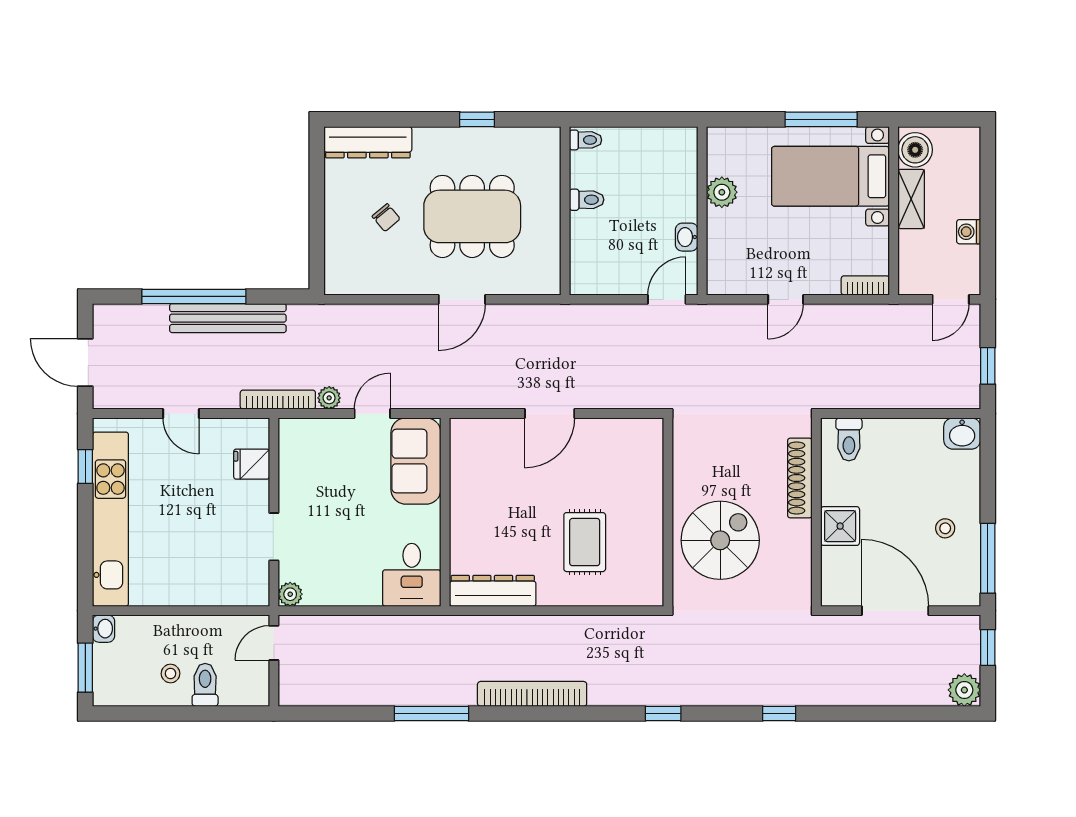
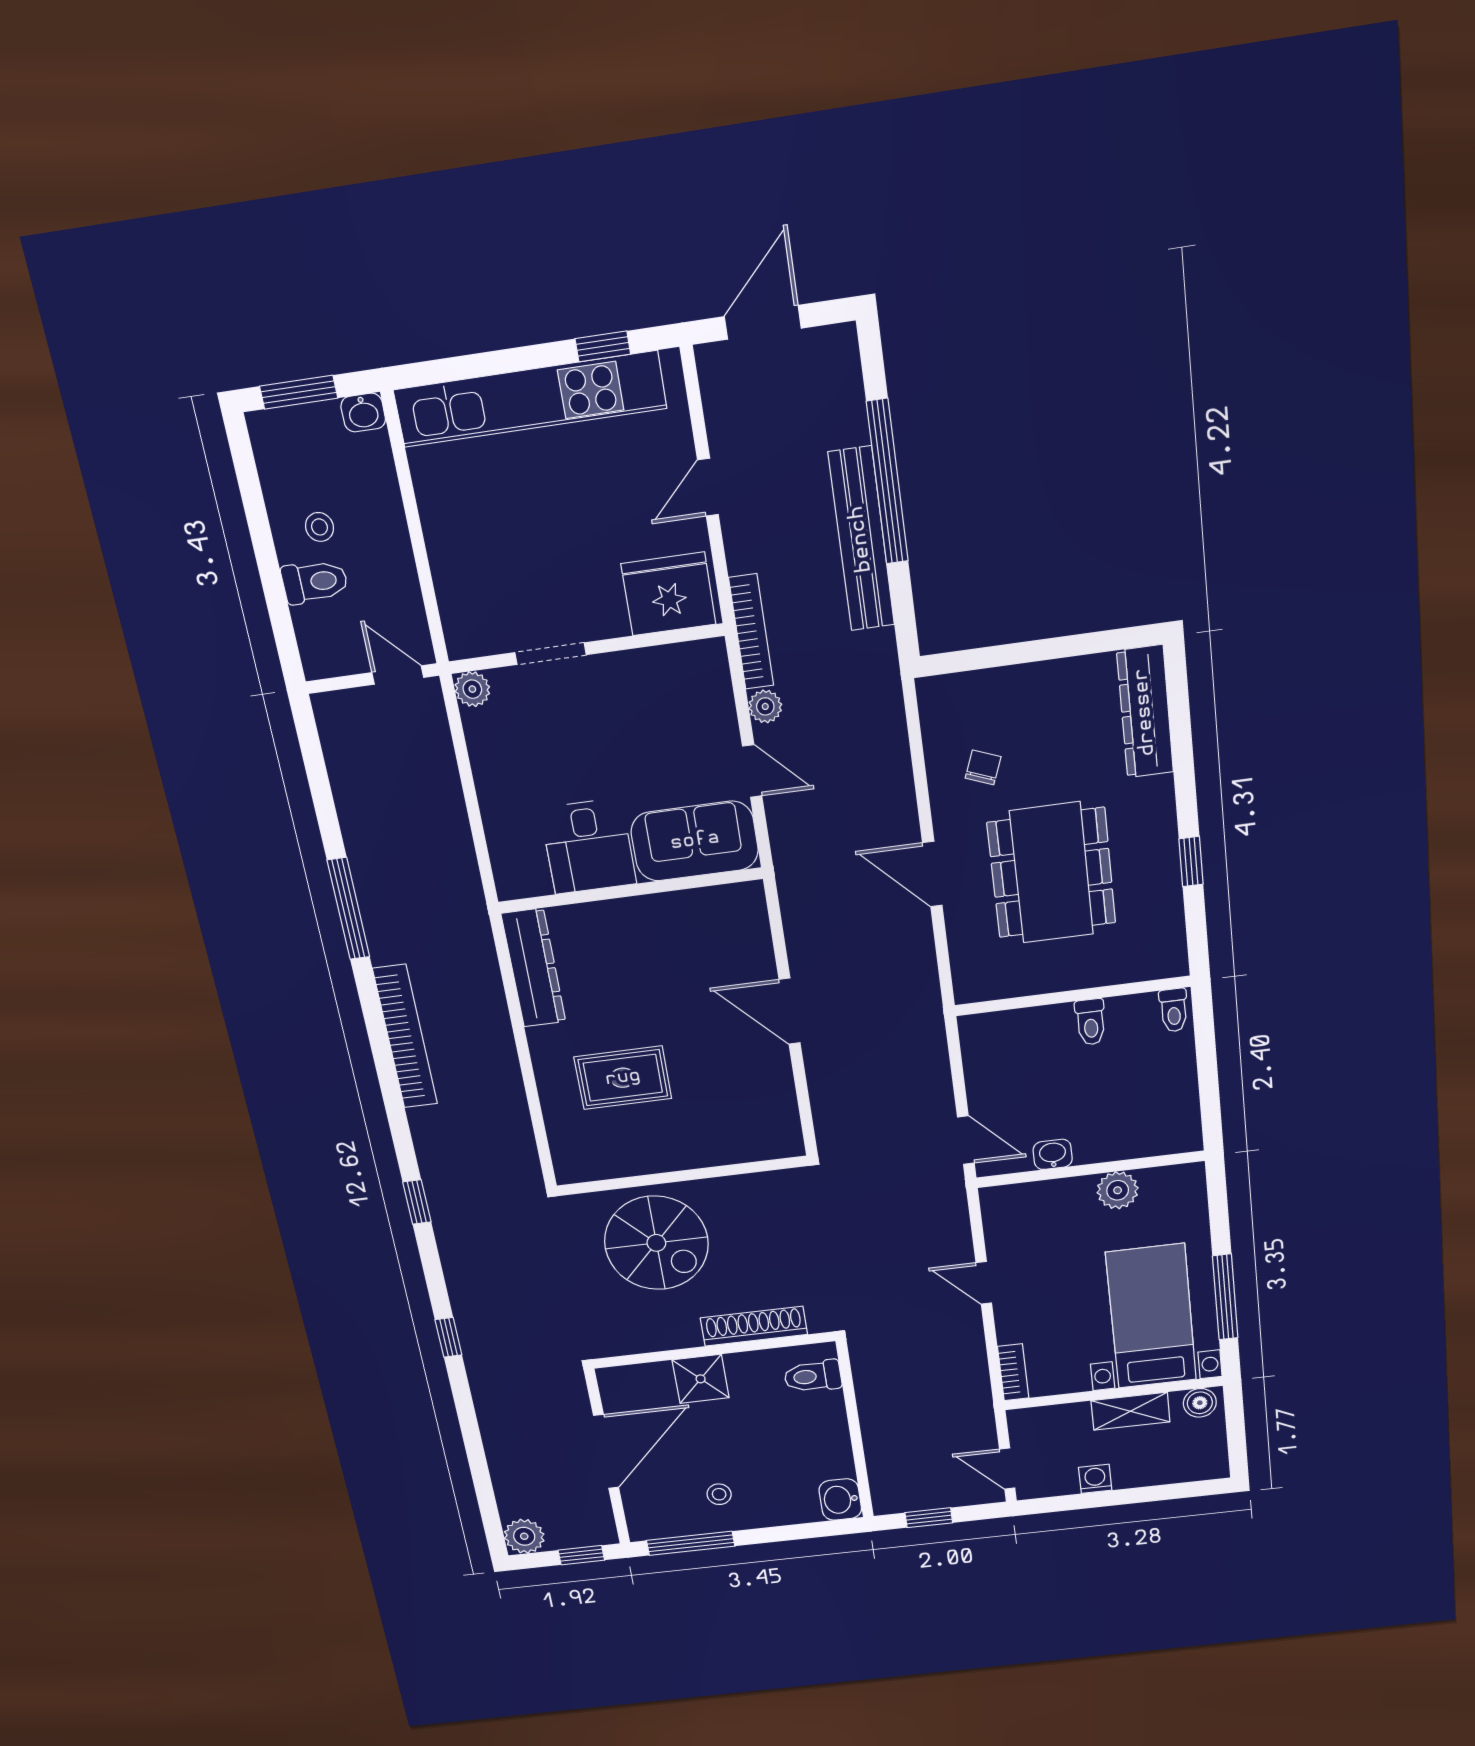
boiler: (915, 150) -> (1200, 1403), width x0.73, depth x0.73
chair: (386, 218) -> (983, 767), moved, turned 151
fridge: (252, 464) -> (668, 594), width x1.88, depth x1.34
desk: (412, 575) -> (588, 846), moved, turned -90

